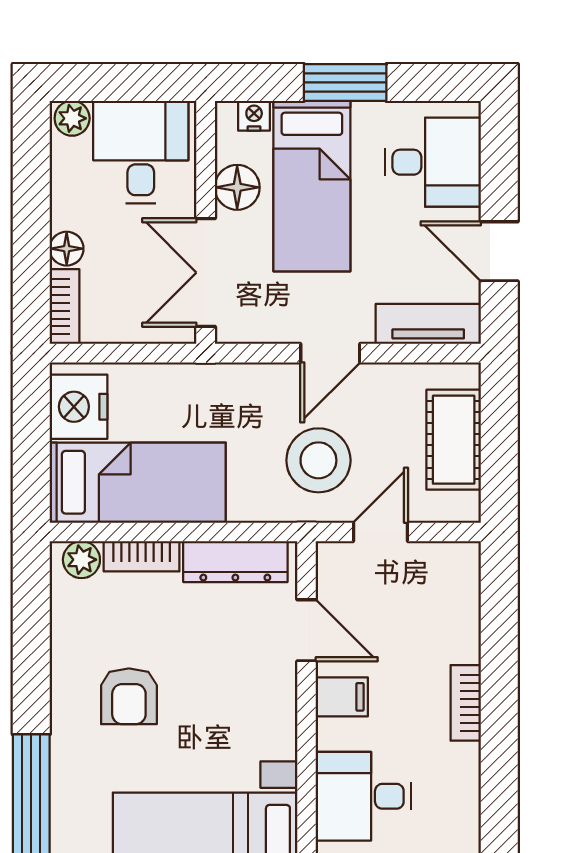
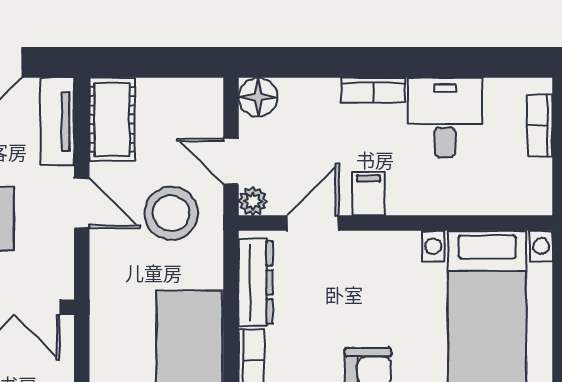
cot: (454, 440) -> (112, 119), moved, turned 90
plant: (333, 558) -> (253, 201), added
floor lamp: (457, 564) -> (258, 97), added
desk: (364, 796) -> (445, 118), moved, turned 180

